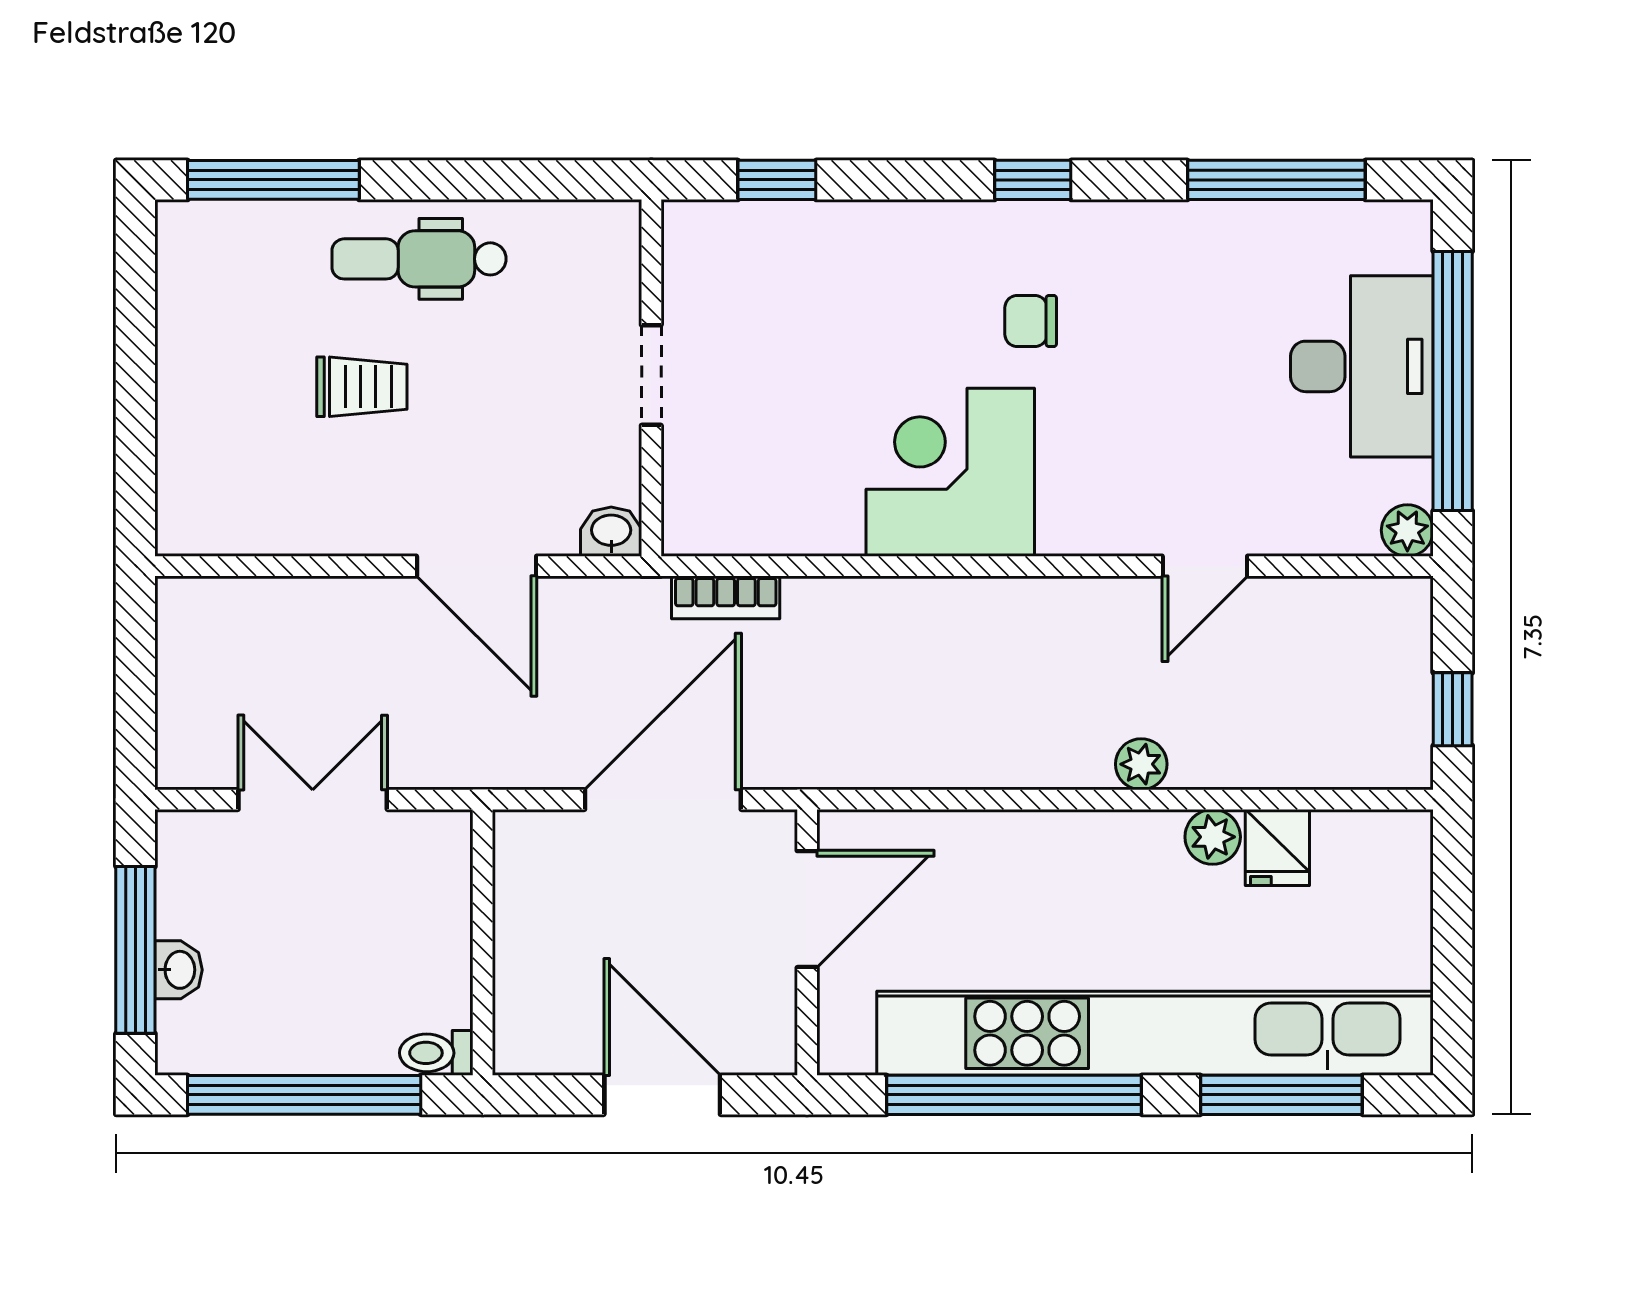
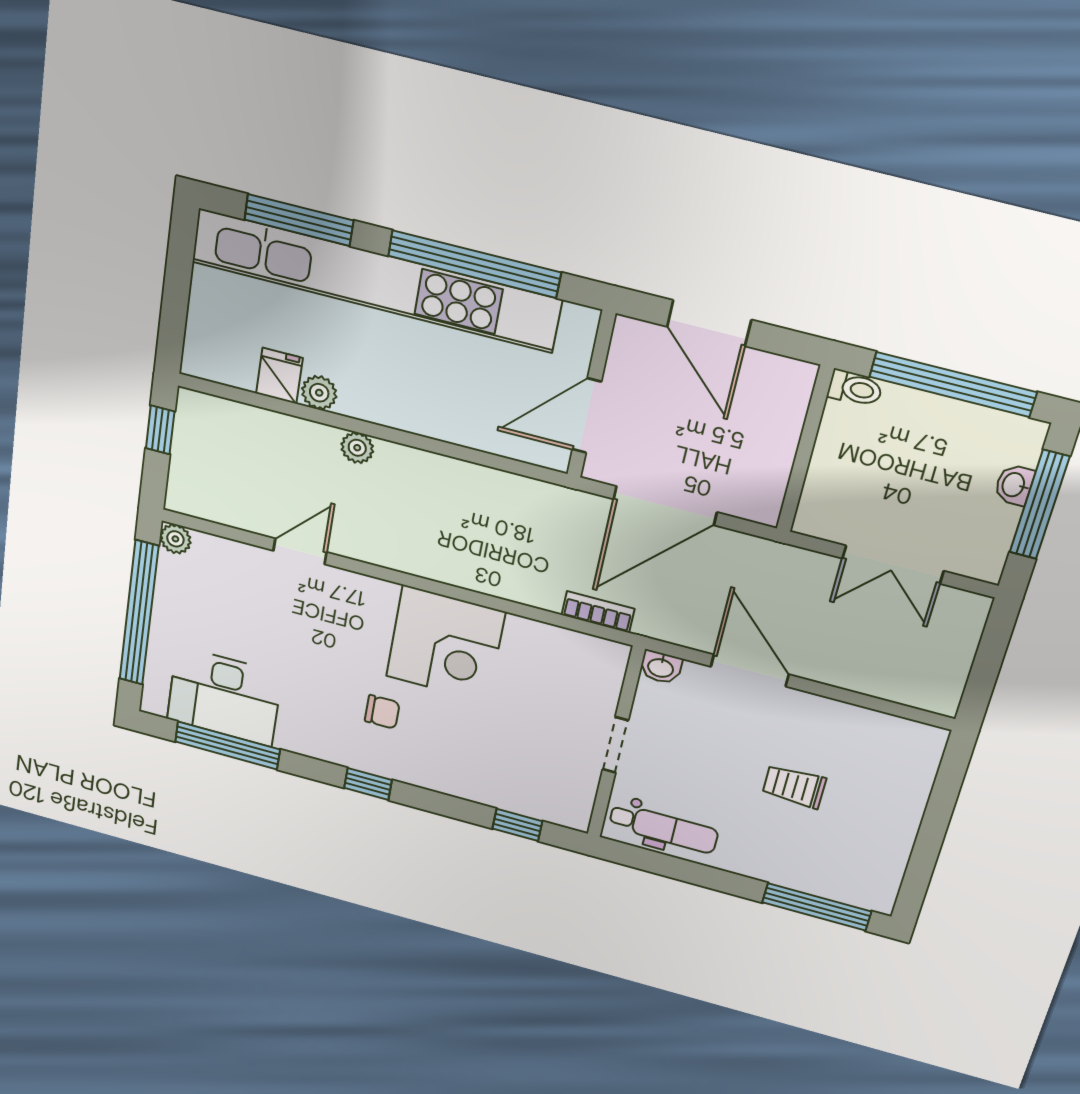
dental chair: (419, 259) -> (664, 828), moved
desk: (1362, 366) -> (224, 696), moved, turned -90

